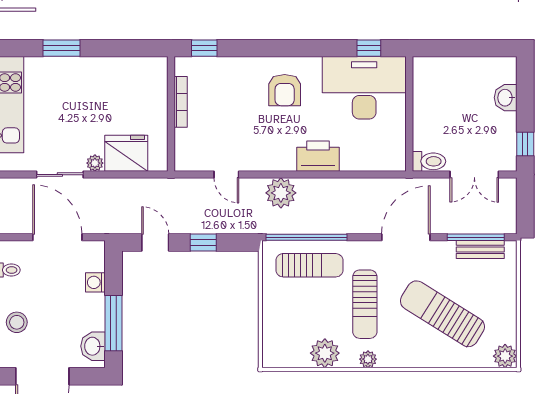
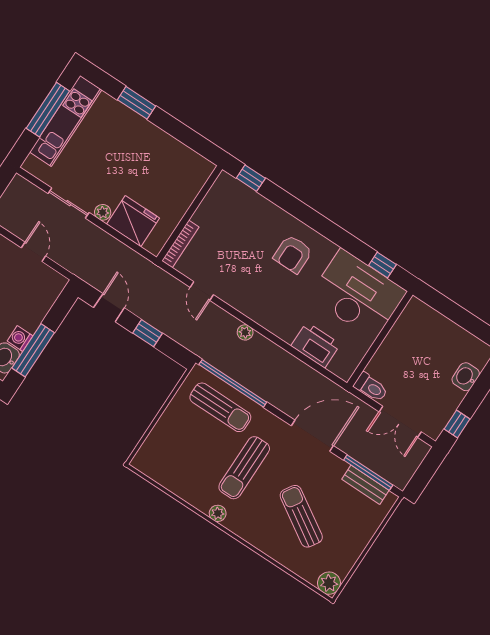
bookcase: (181, 102) -> (180, 244), moved
printer: (318, 156) -> (316, 345), moved
plant: (281, 193) -> (245, 332), width x0.53, depth x0.53
door: (57, 237) -> (33, 252), width x0.53
washing machine: (95, 282) -> (20, 338), moved
sun lounger: (442, 314) -> (301, 516), width x0.73, depth x0.75
plant: (325, 353) -> (186, 486), removed

